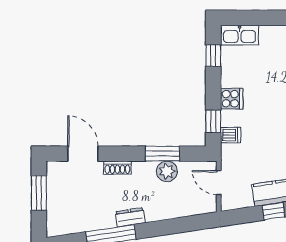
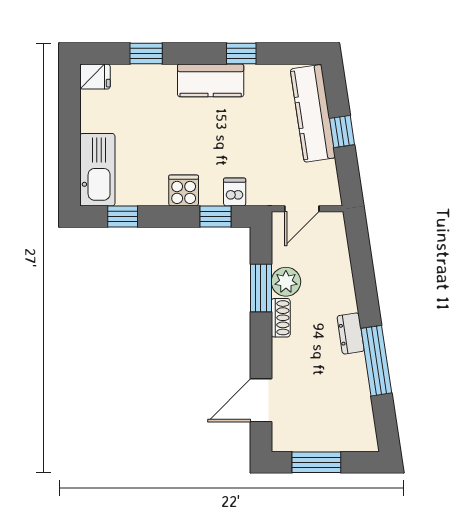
kitchen sink: (240, 35) -> (97, 170), width x1.36, depth x1.24
shoe rack: (117, 168) -> (281, 318), moved

